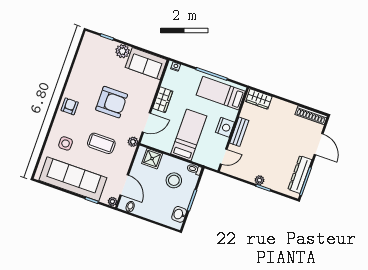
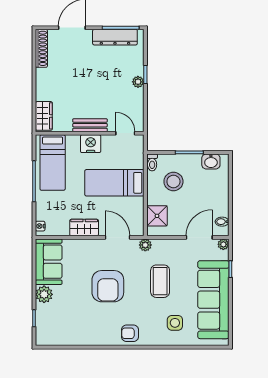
armchair: (112, 102) -> (108, 286), turned 180

